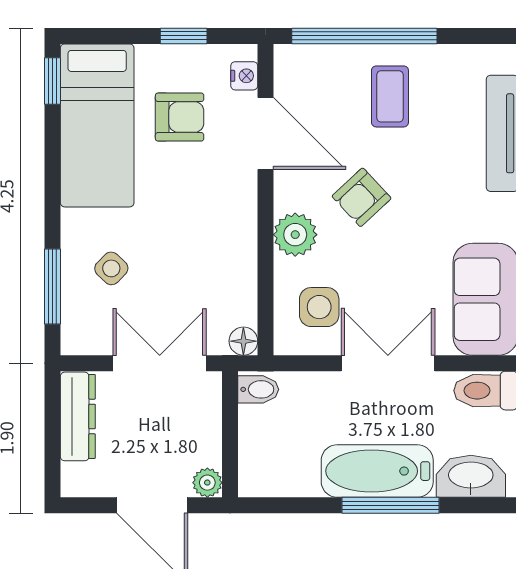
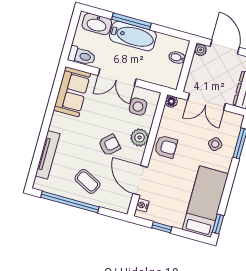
window: (364, 36) -> (70, 202), moved
coffee table: (390, 96) -> (88, 181), turned -63
armchair: (180, 117) -> (166, 147), moved, turned 180
bidet: (258, 389) -> (177, 58), moved

